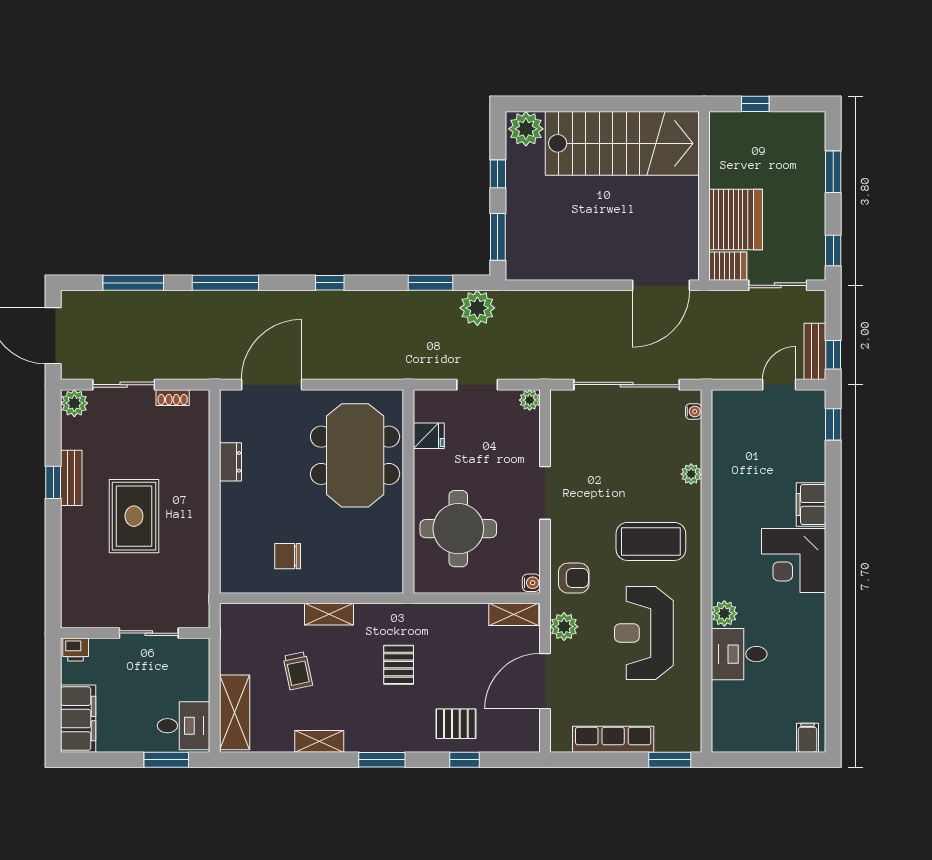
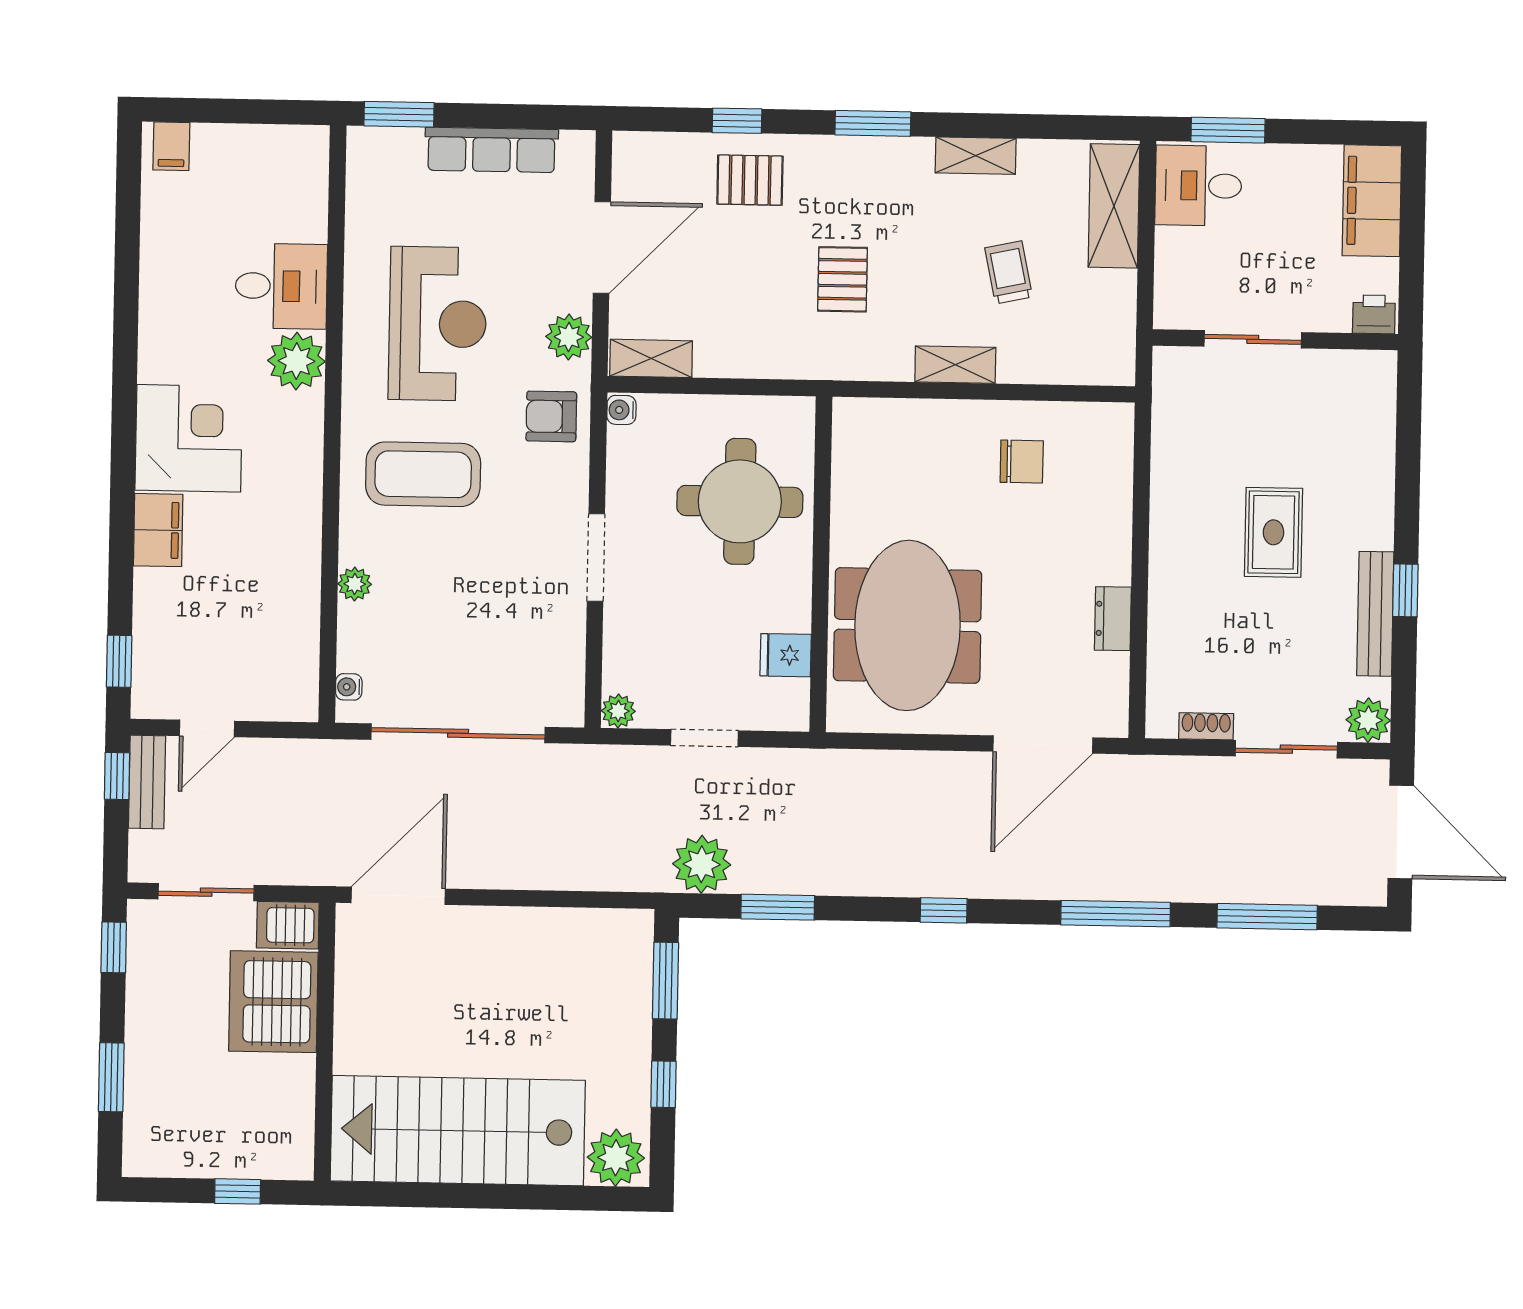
bench: (71, 478) -> (1375, 614), width x1.36
rug: (134, 516) -> (1273, 532), width x0.73, depth x0.70
plant: (724, 613) -> (296, 361), width x1.36, depth x1.36

